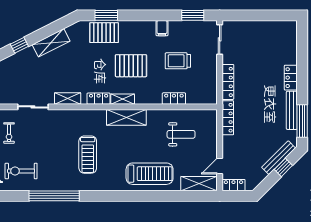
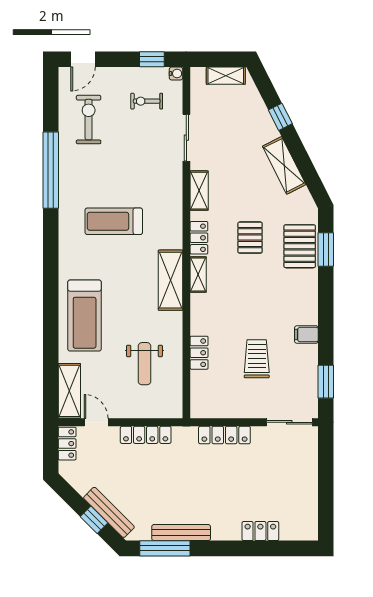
pallet: (131, 66) -> (250, 238), moved, width x0.67, depth x0.71
locker: (291, 78) -> (260, 531), moved
locker: (228, 118) -> (146, 435), moved

